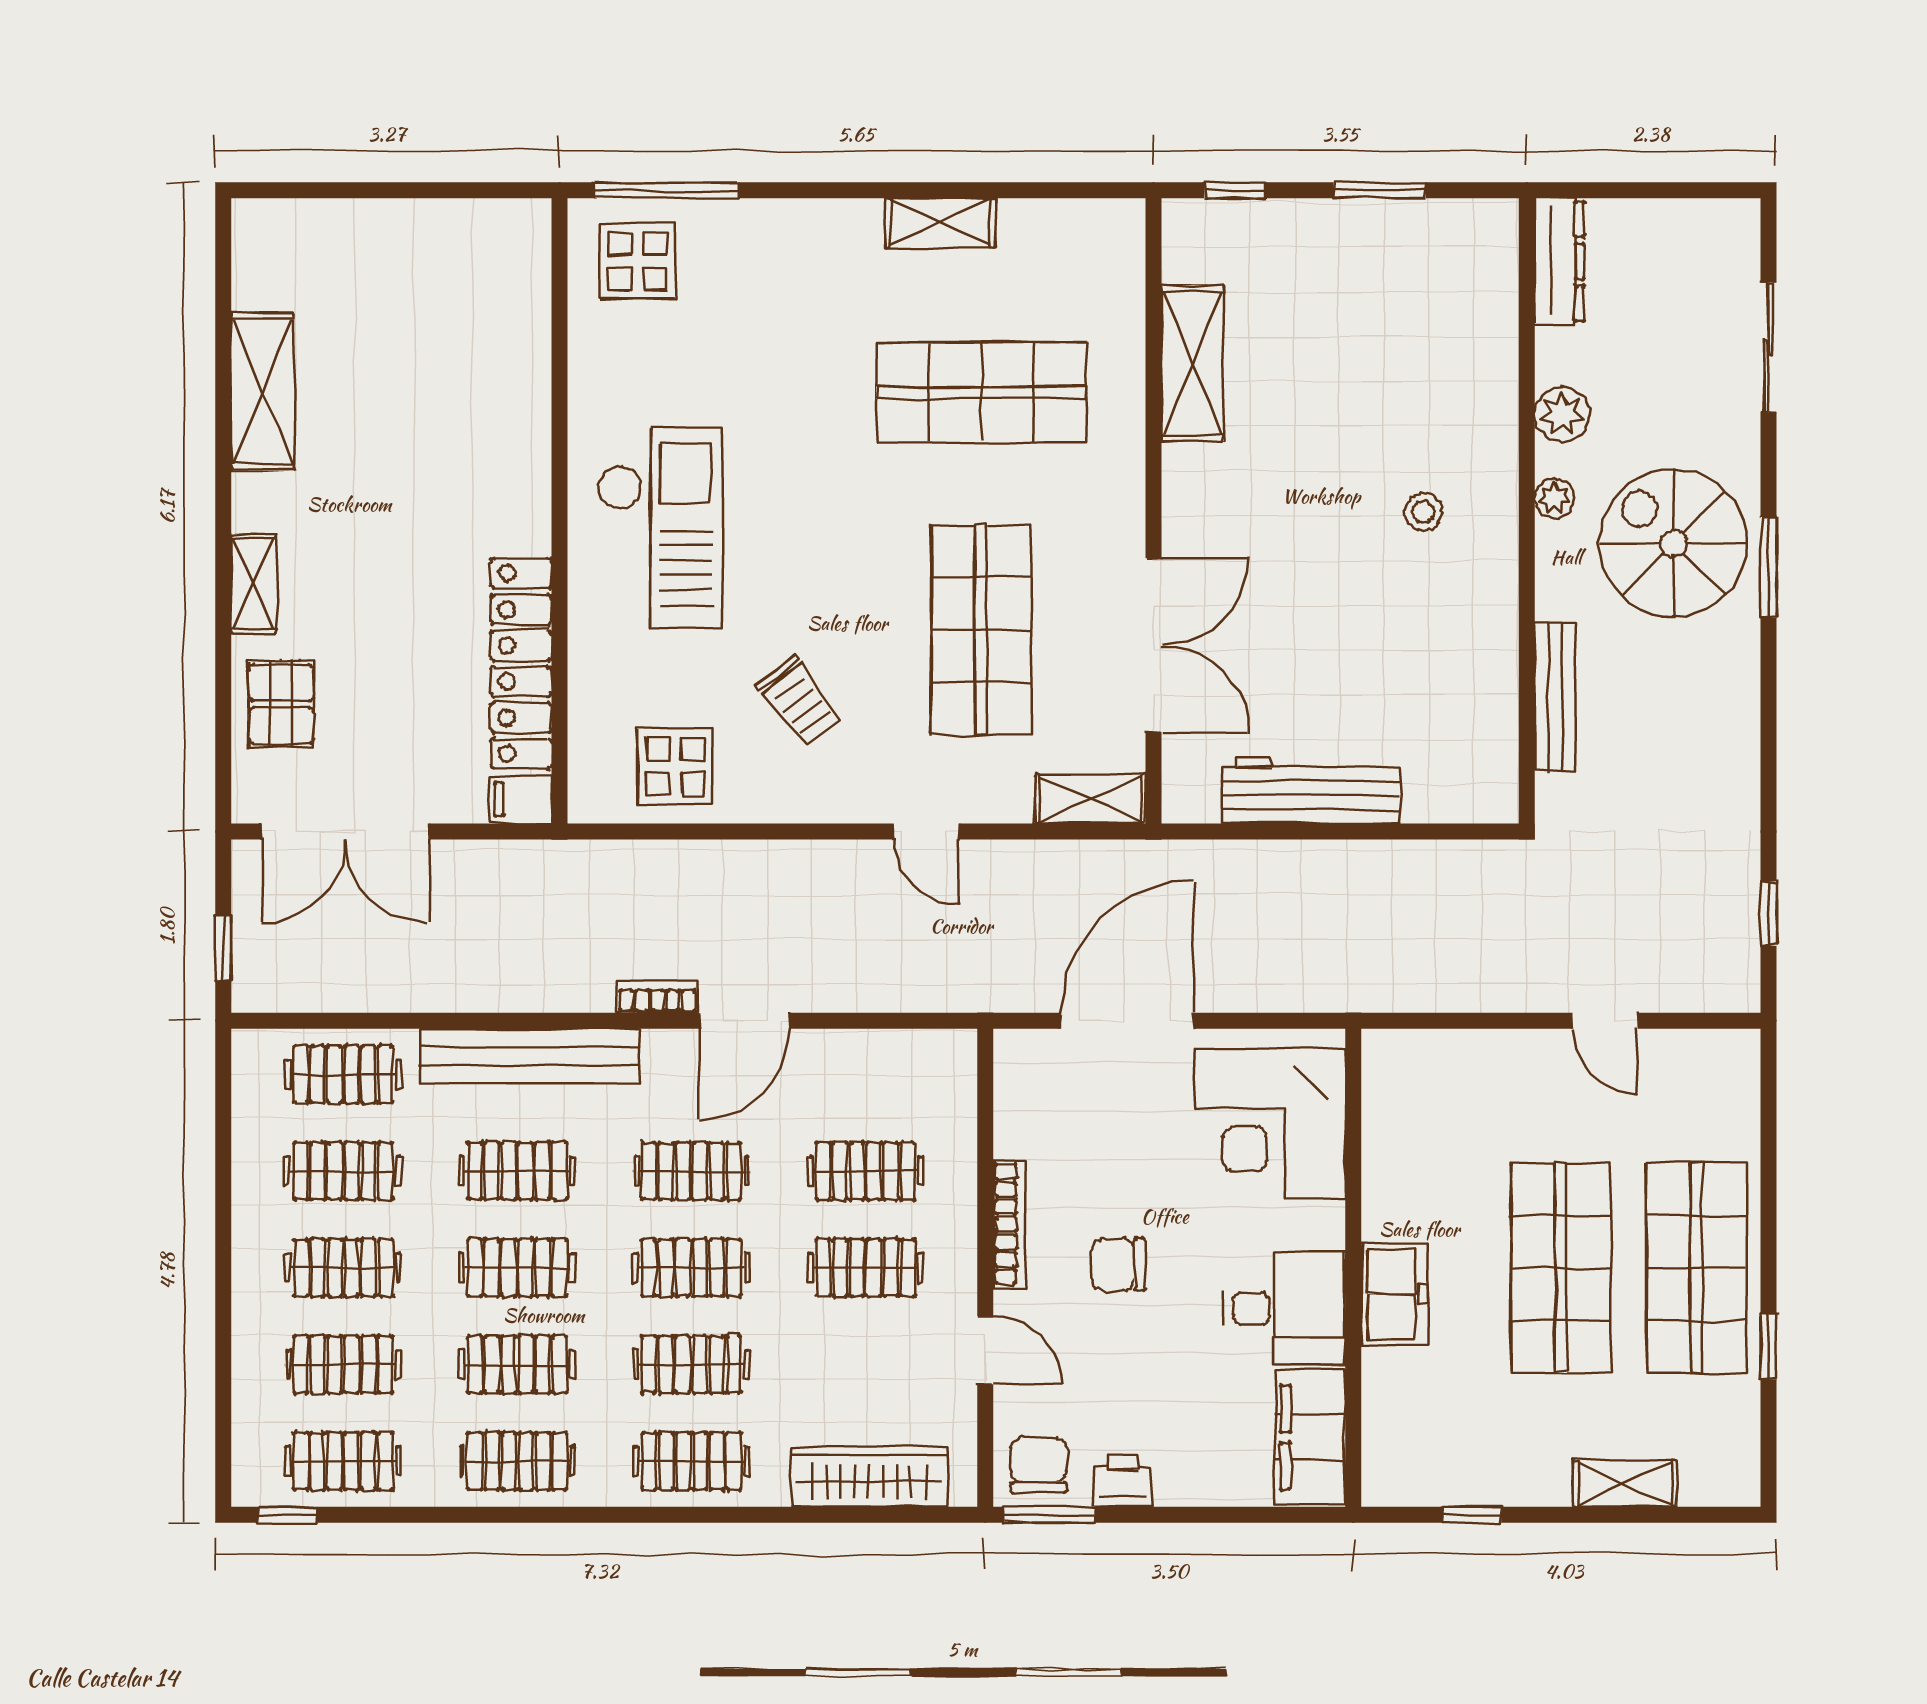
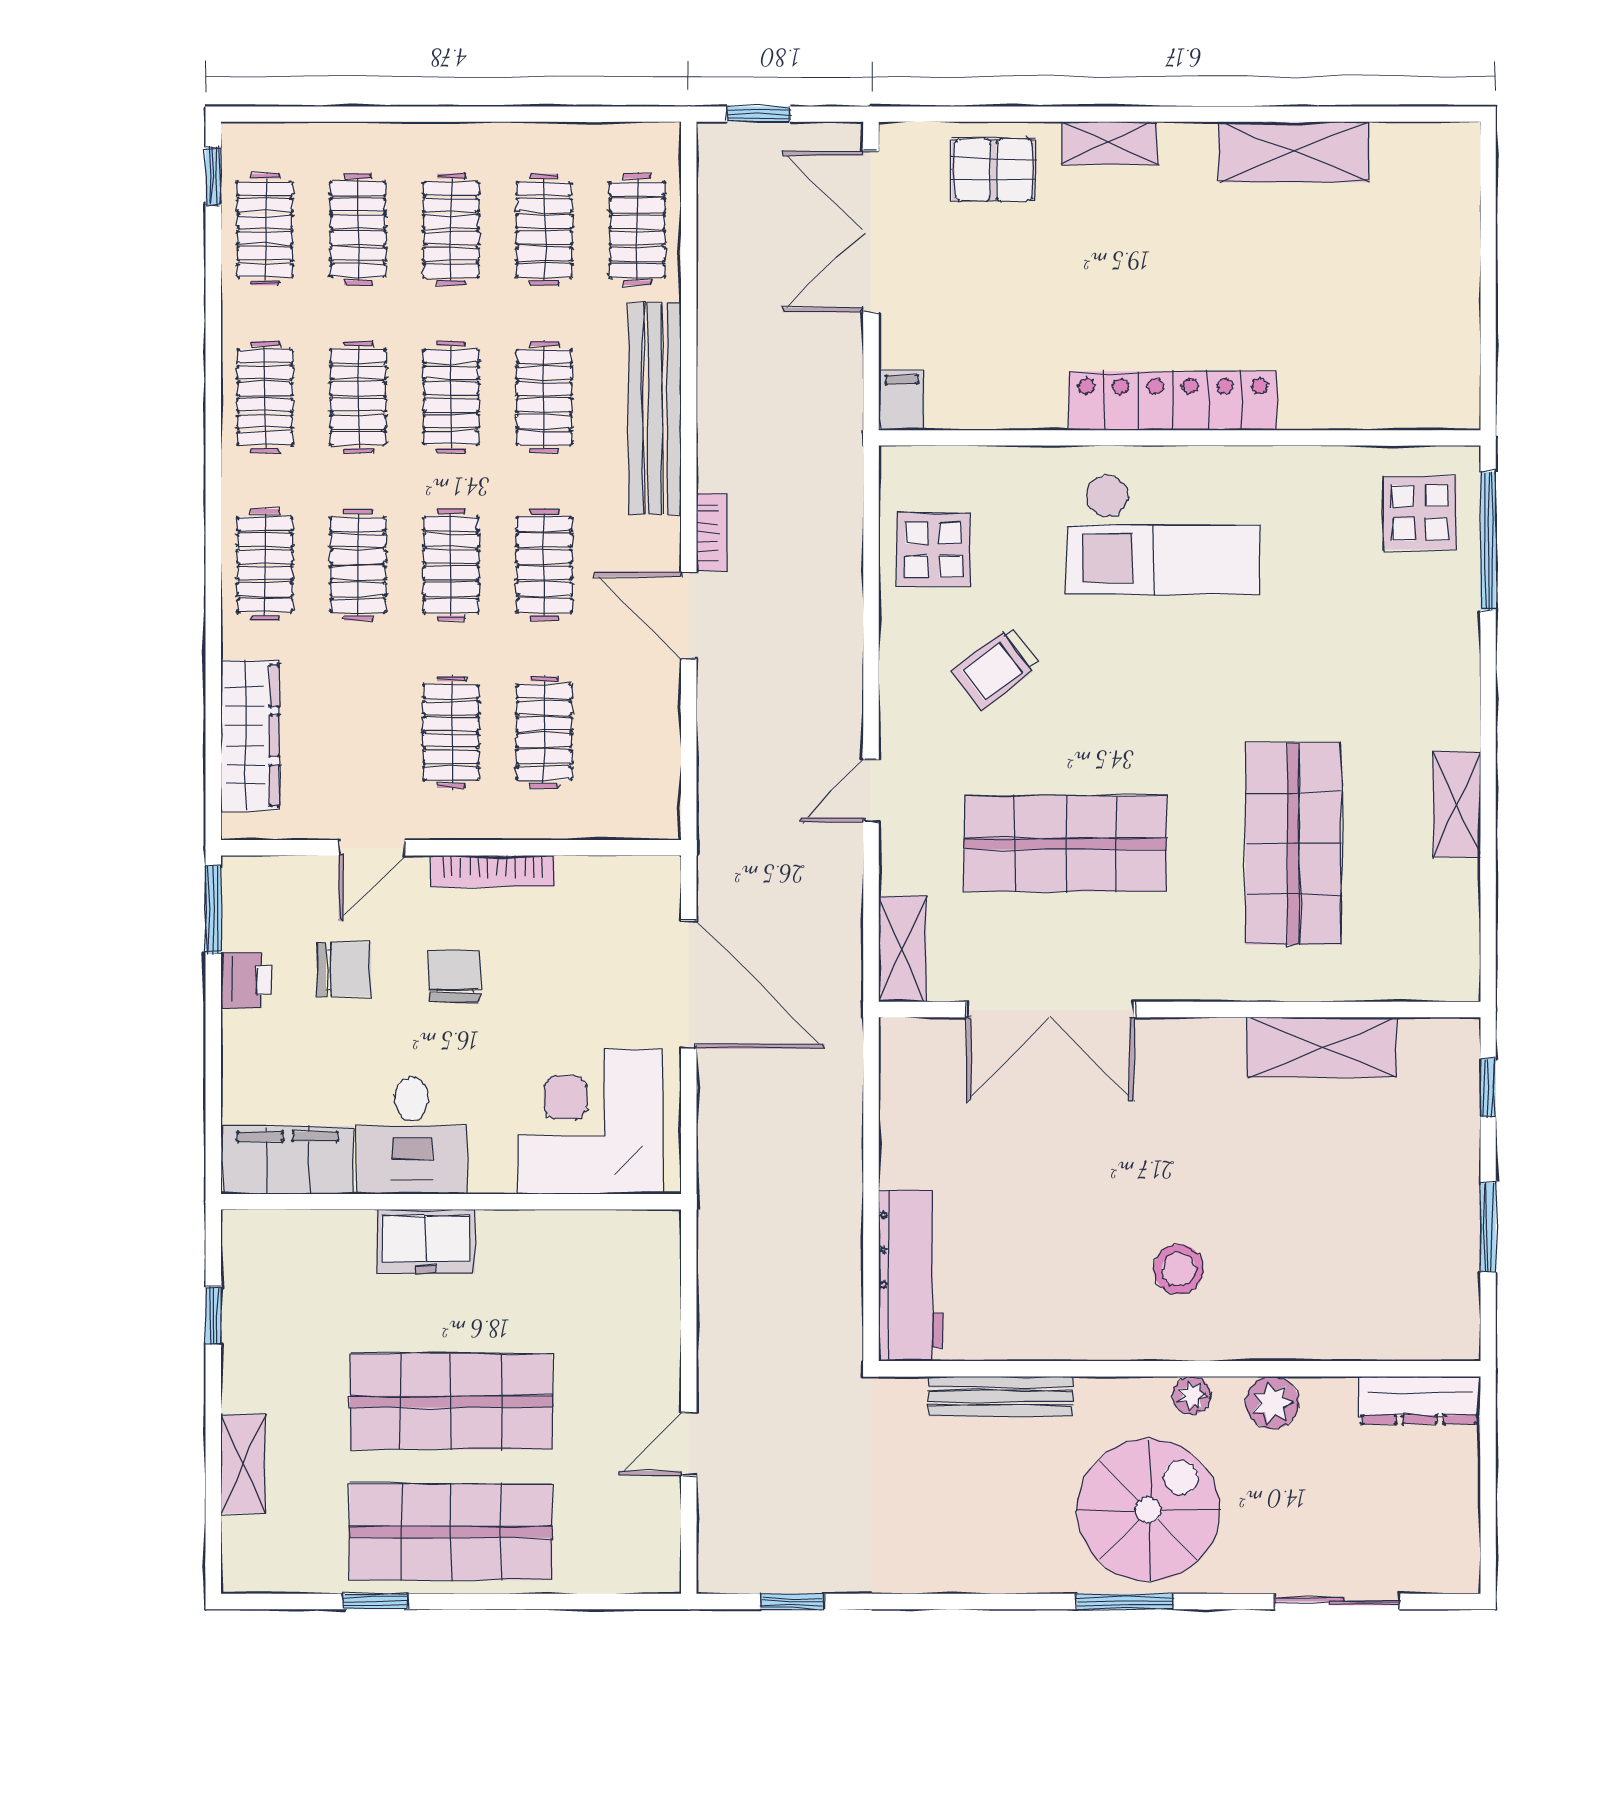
stool: (1423, 512) -> (1179, 1269), width x1.37, depth x1.37
locker: (521, 664) -> (1173, 401), moved
workbench: (1311, 790) -> (911, 1276), moved
chair: (1039, 1465) -> (344, 969), moved

